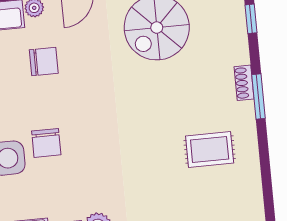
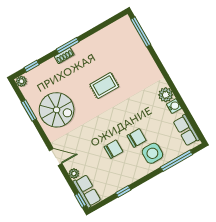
chair: (44, 62) -> (113, 149), moved, turned 90
rug: (210, 149) -> (104, 86), moved, turned 90

